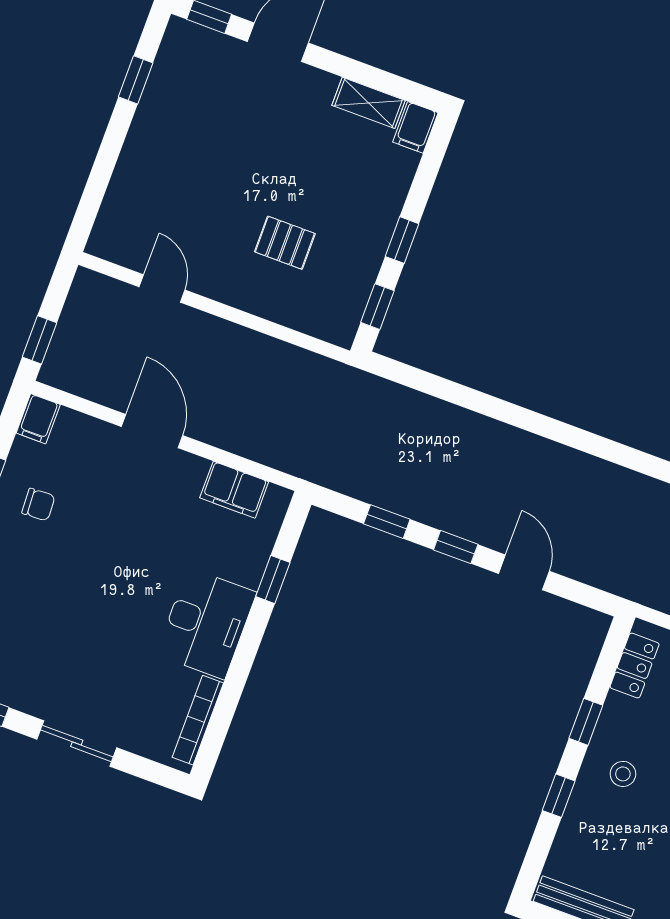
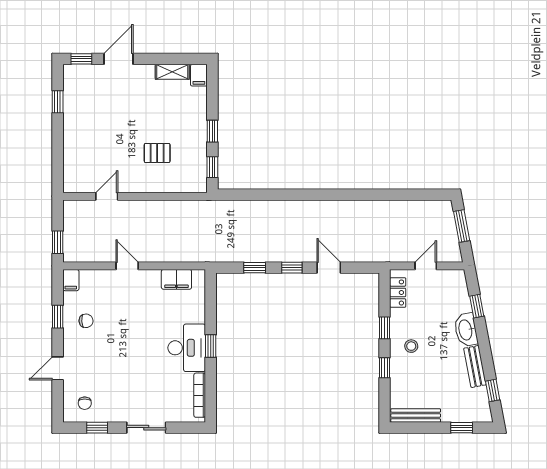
door: (162, 288) -> (107, 196), hinge flipped
door: (152, 431) -> (127, 266), width x0.73
window: (273, 579) -> (211, 346), moved

